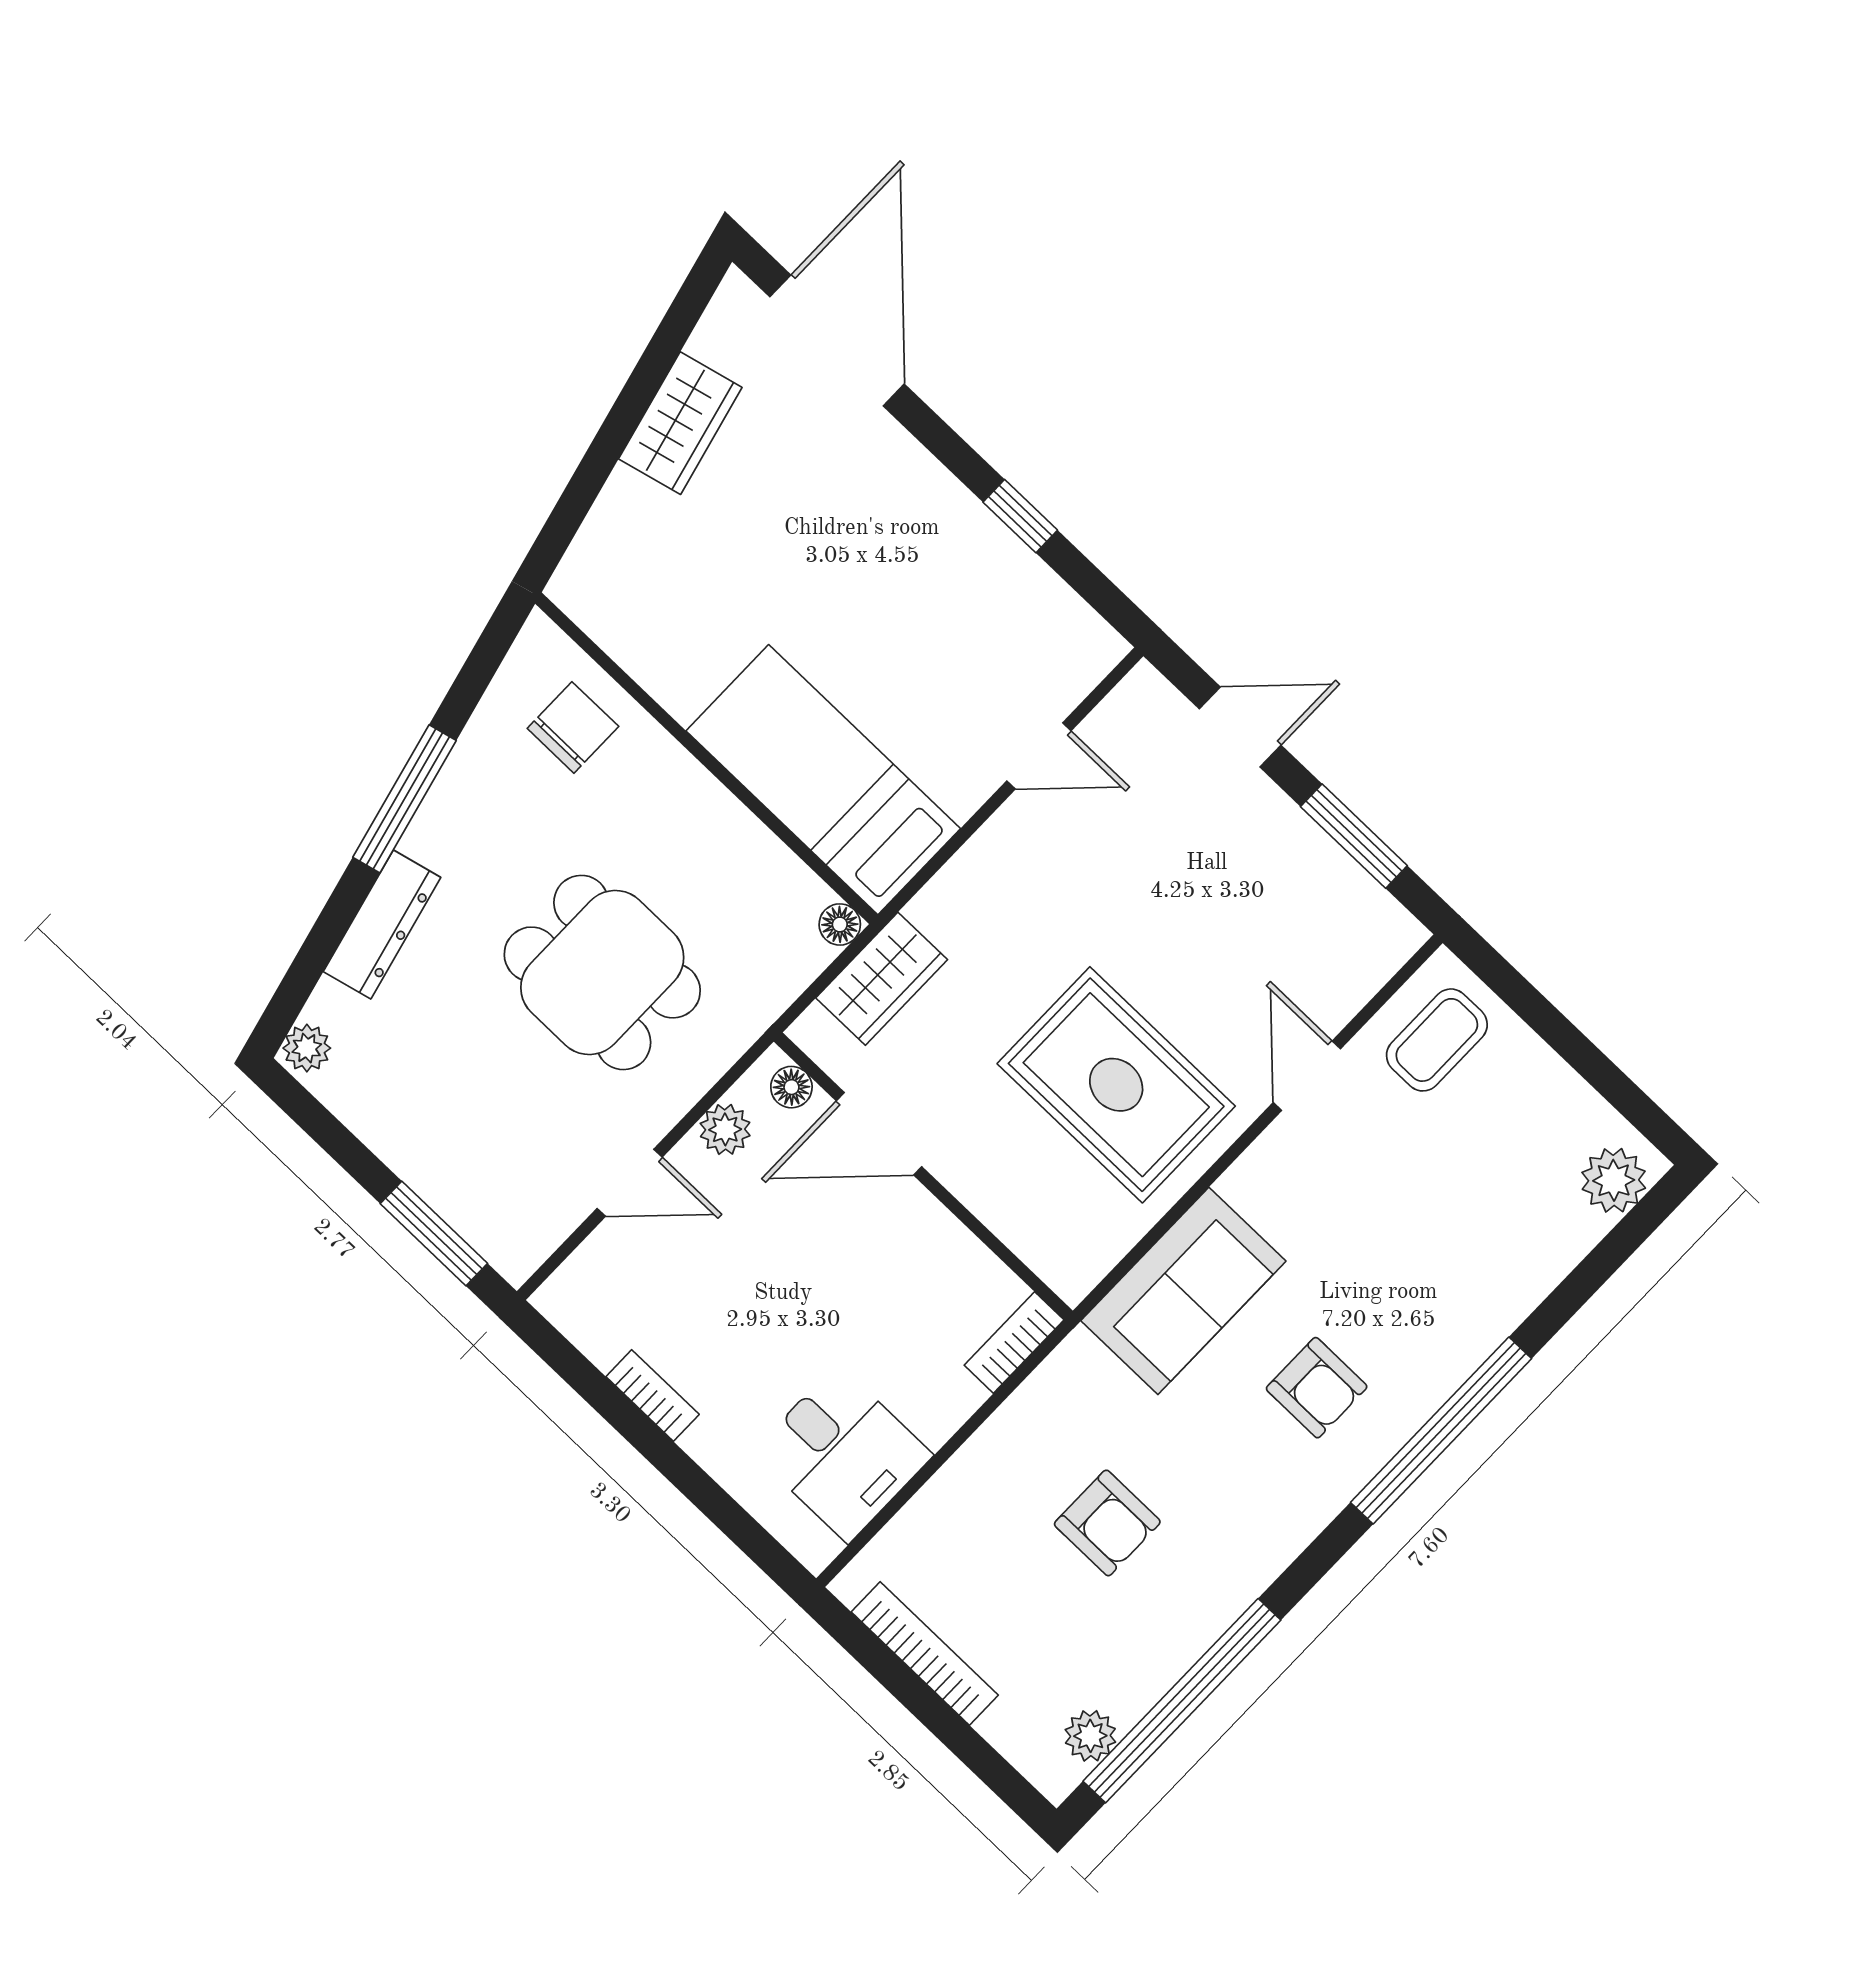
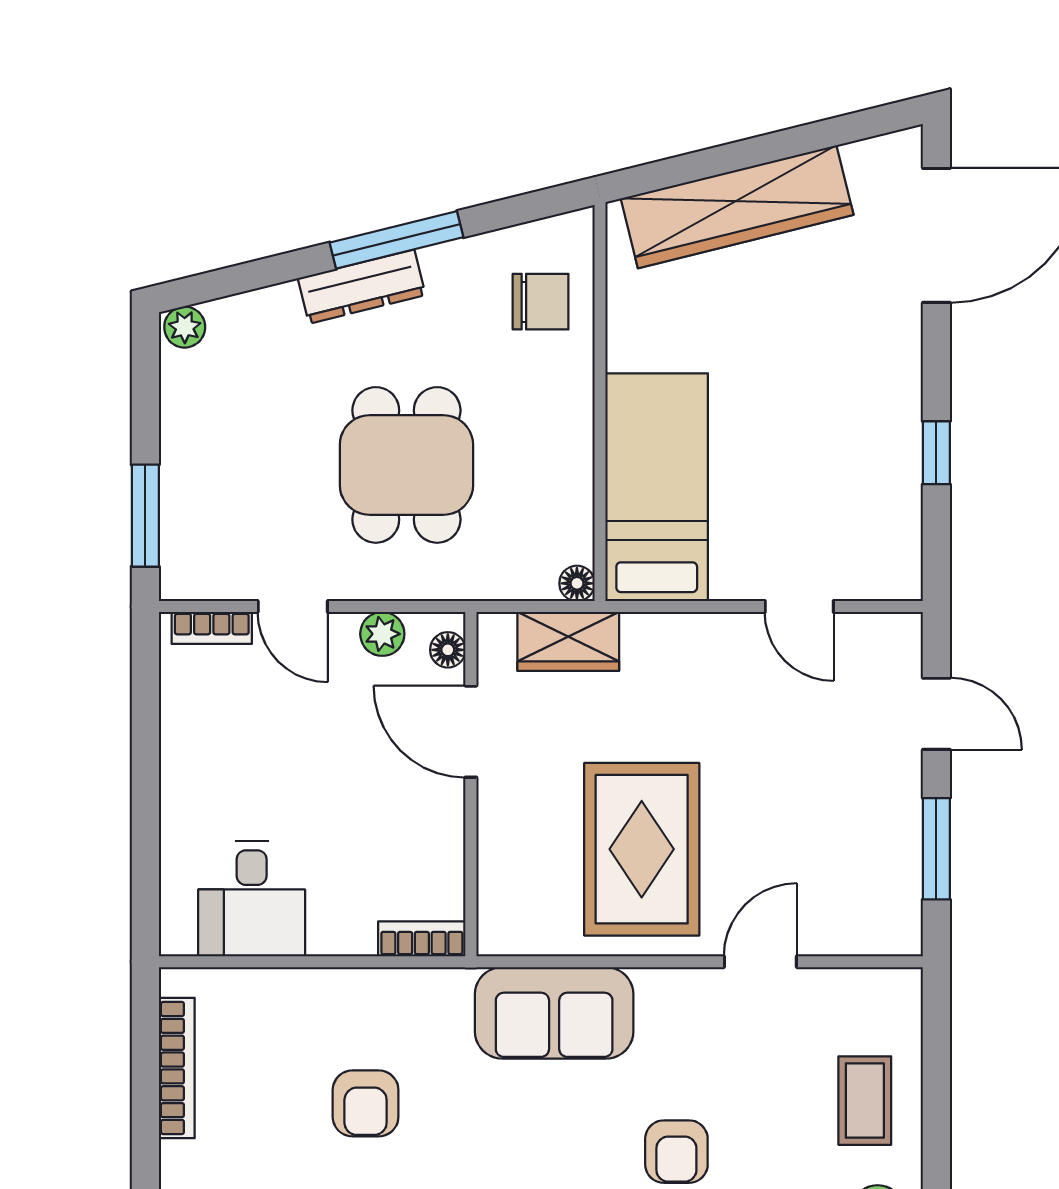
wardrobe: (680, 423) -> (737, 207), width x2.10, depth x1.17
dresser: (382, 925) -> (362, 287), moved
coffee table: (1437, 1040) -> (865, 1101), moved, turned 90
armchair: (1317, 1388) -> (676, 1152), moved
bookcase: (653, 1396) -> (212, 628), moved, turned 90

